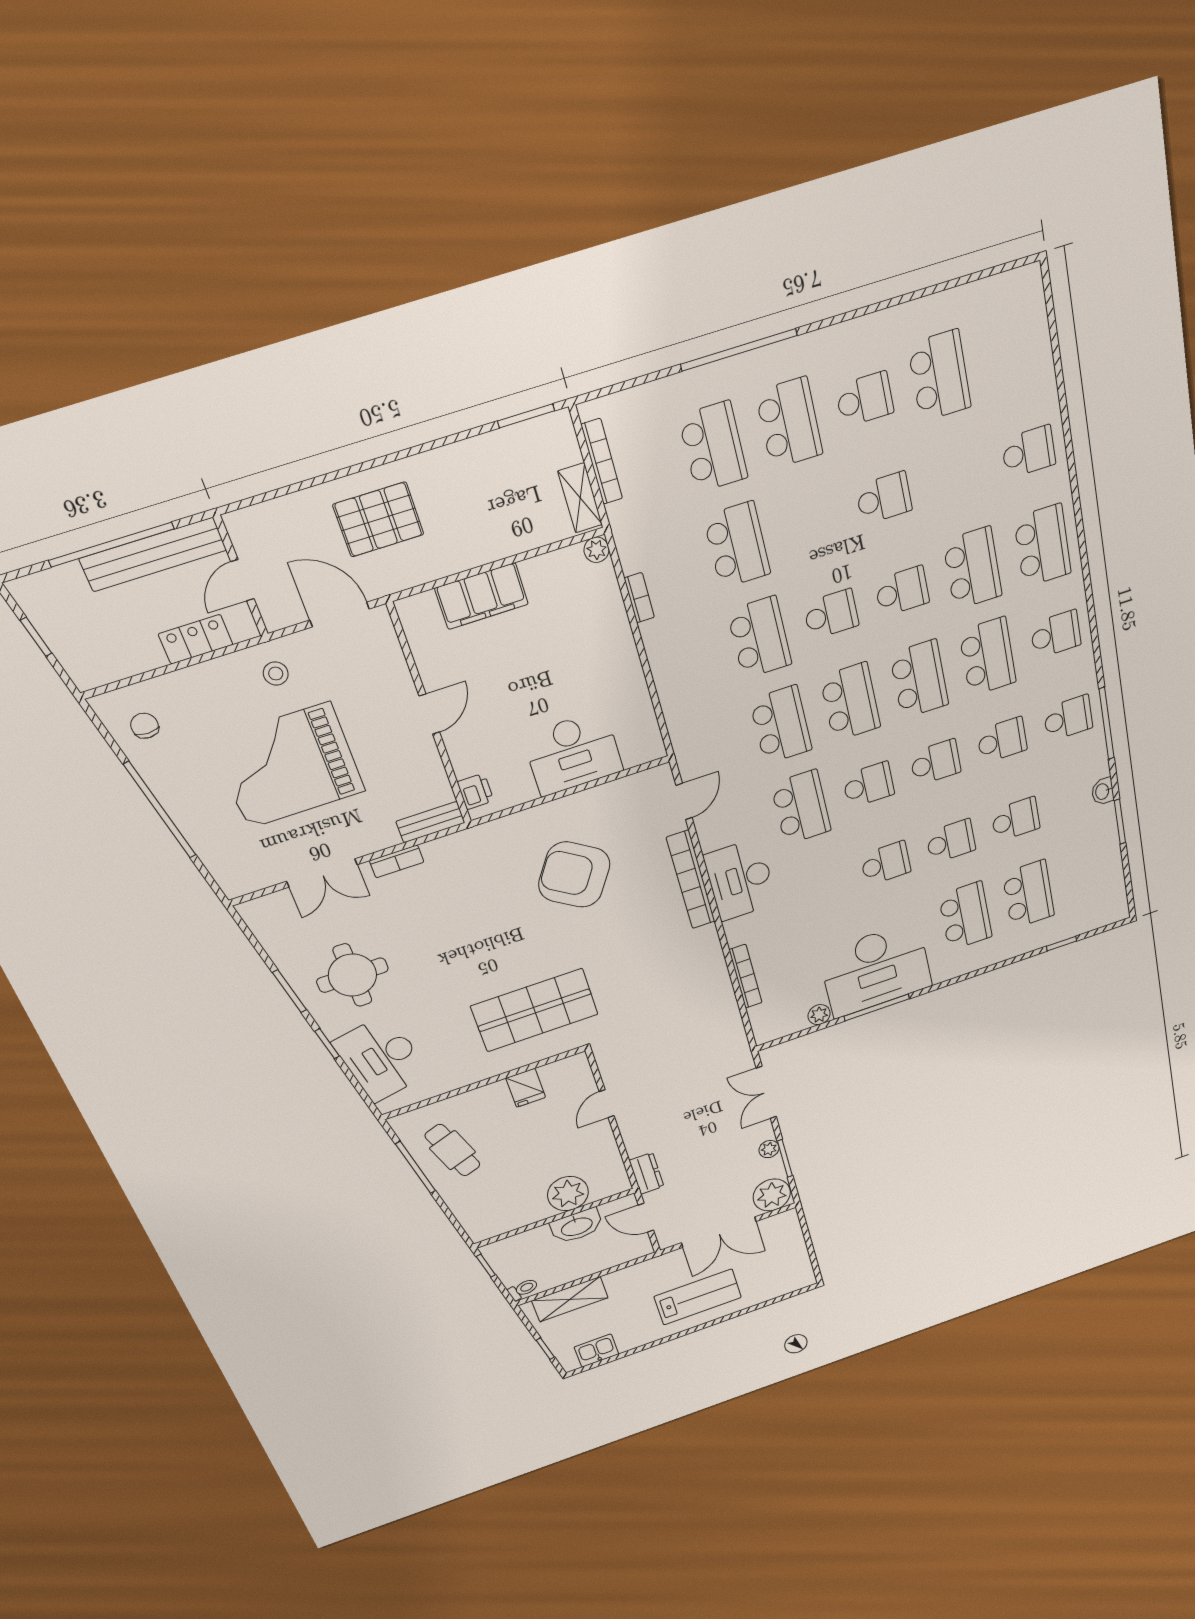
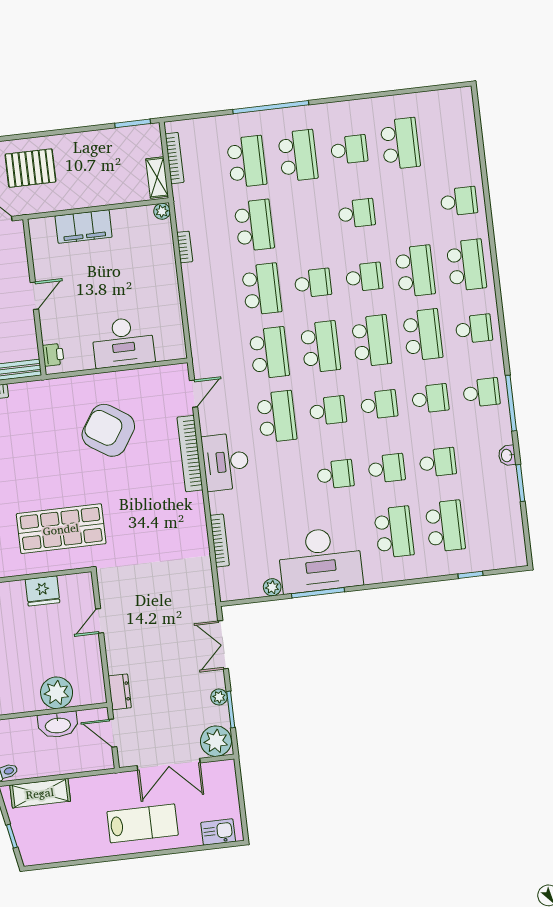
fridge: (526, 1088) -> (43, 591), width x1.38
kitchen sink: (597, 1351) -> (218, 832), moved

